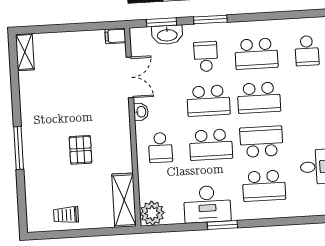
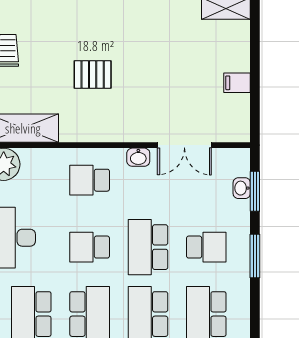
washbasin: (167, 35) -> (242, 188), width x0.52, depth x0.69
filing cabinet: (115, 36) -> (237, 83), moved, turned -90
school desk: (211, 145) -> (90, 247), width x0.54

